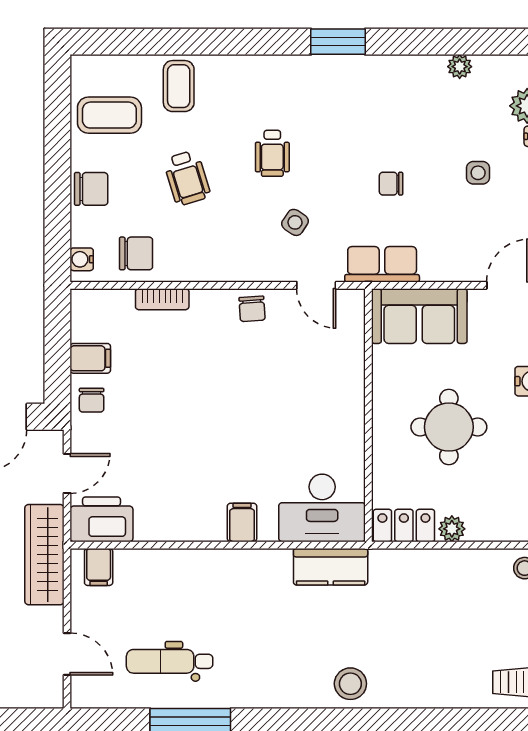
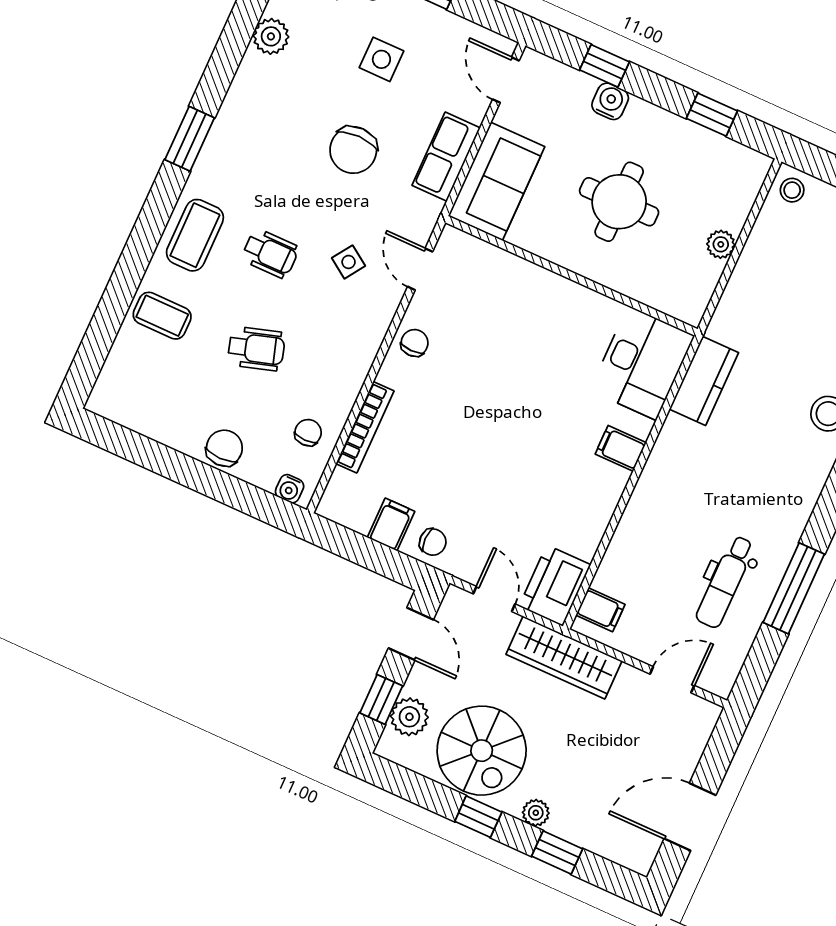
plant: (460, 67) -> (271, 36), width x1.38, depth x1.38
coffee table: (109, 115) -> (195, 235), moved
side table: (478, 173) -> (381, 59), width x1.37, depth x1.37
chair: (391, 184) -> (353, 150), width x1.87, depth x1.87
chair: (136, 253) -> (308, 433), width x0.73, depth x0.73
row of seats: (382, 264) -> (446, 157), moved
door: (316, 285) -> (420, 269), swing flipped
bookcase: (162, 299) -> (365, 427), width x1.56
chair: (252, 309) -> (415, 343), turned -86
locker: (404, 526) -> (696, 290), removed

